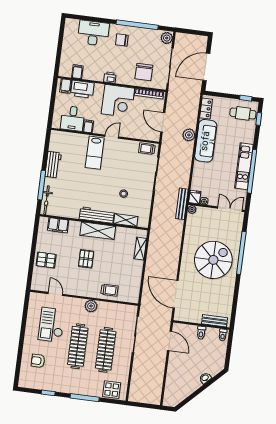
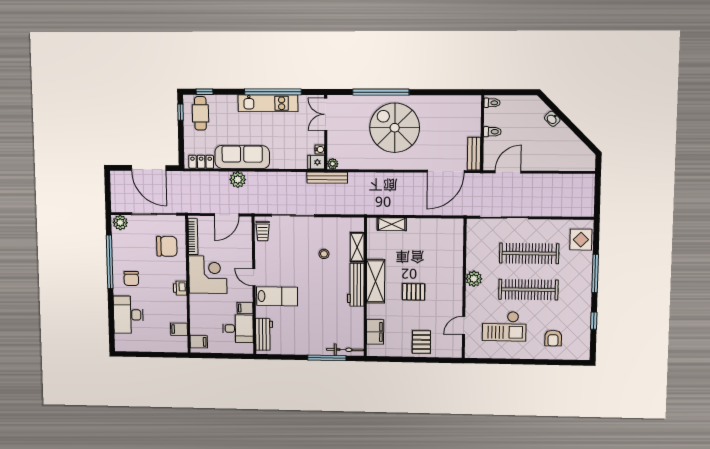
printer: (82, 89) -> (200, 321), removed
workbench: (53, 165) -> (264, 334), moved, turned 90
trolley: (109, 290) -> (450, 257), removed
bench: (215, 321) -> (474, 154), moved

